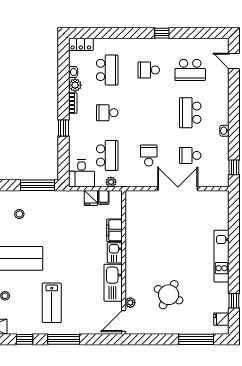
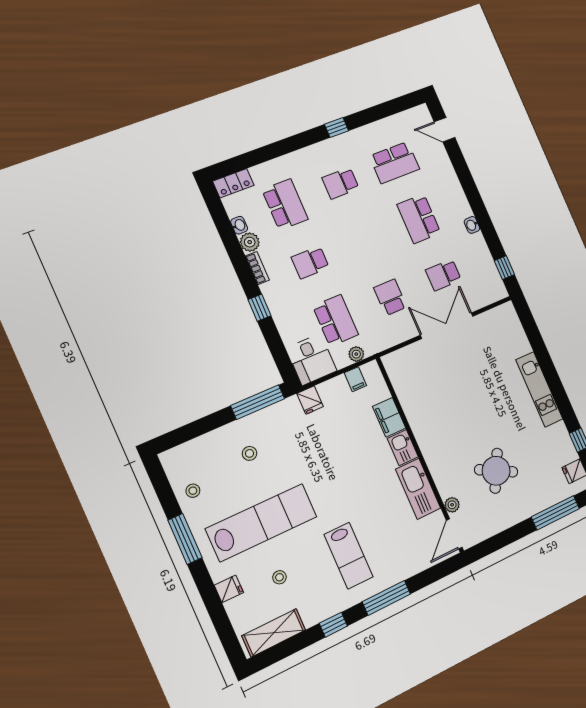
fridge: (91, 198) -> (310, 400), moved

